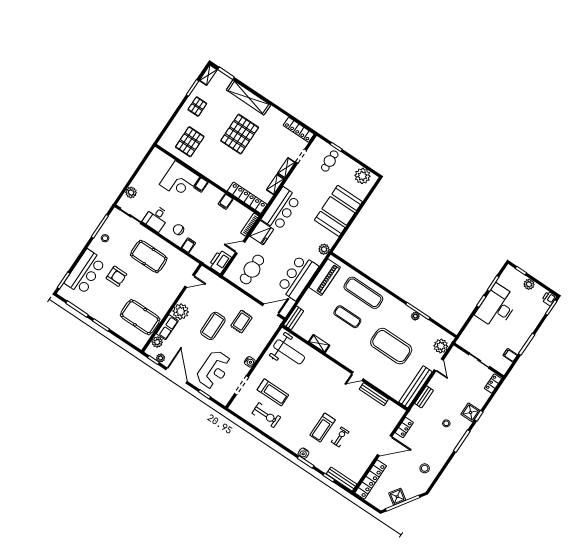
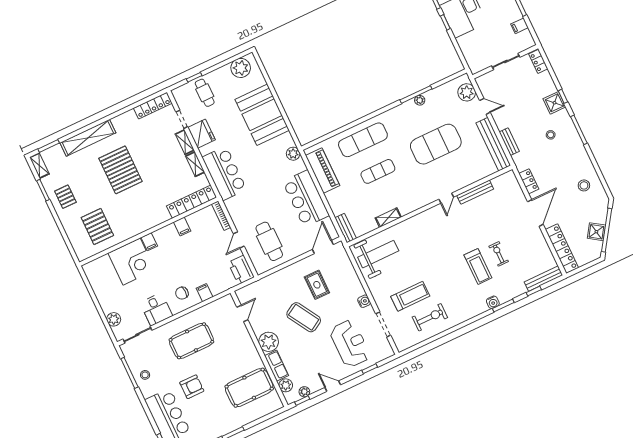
fridge: (262, 233) -> (202, 134), moved
coffee table: (213, 326) -> (304, 317), turned -31
door: (177, 376) -> (333, 386), width x0.53

